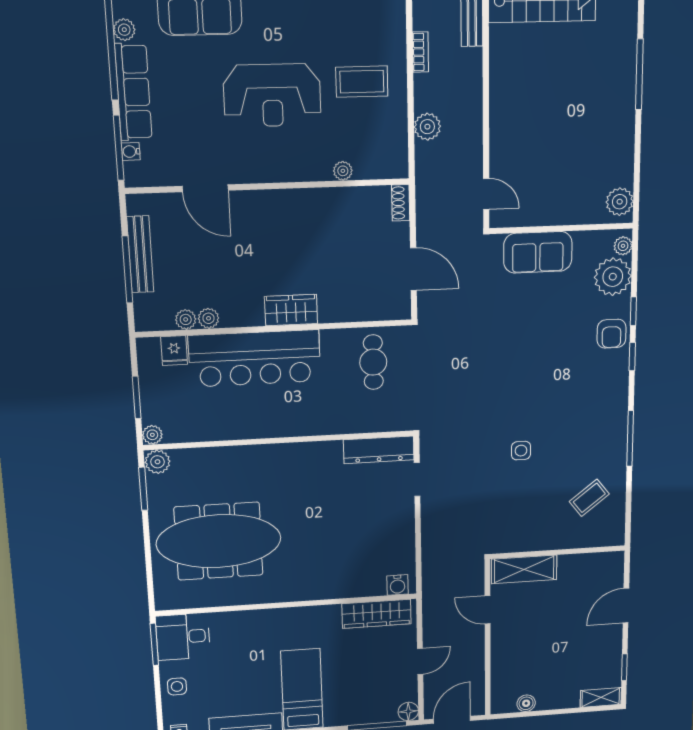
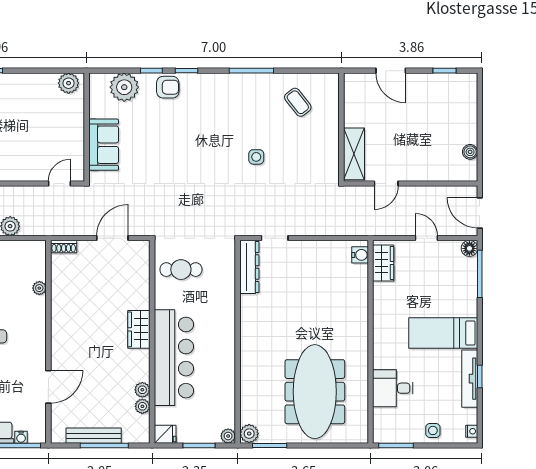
plant: (623, 246) -> (101, 80), removed
fridge: (174, 351) -> (165, 434), moved
wardrobe: (377, 614) -> (383, 263), width x0.67
desk: (183, 637) -> (393, 388), moved, turned 90
shelving: (601, 697) -> (470, 90), removed

